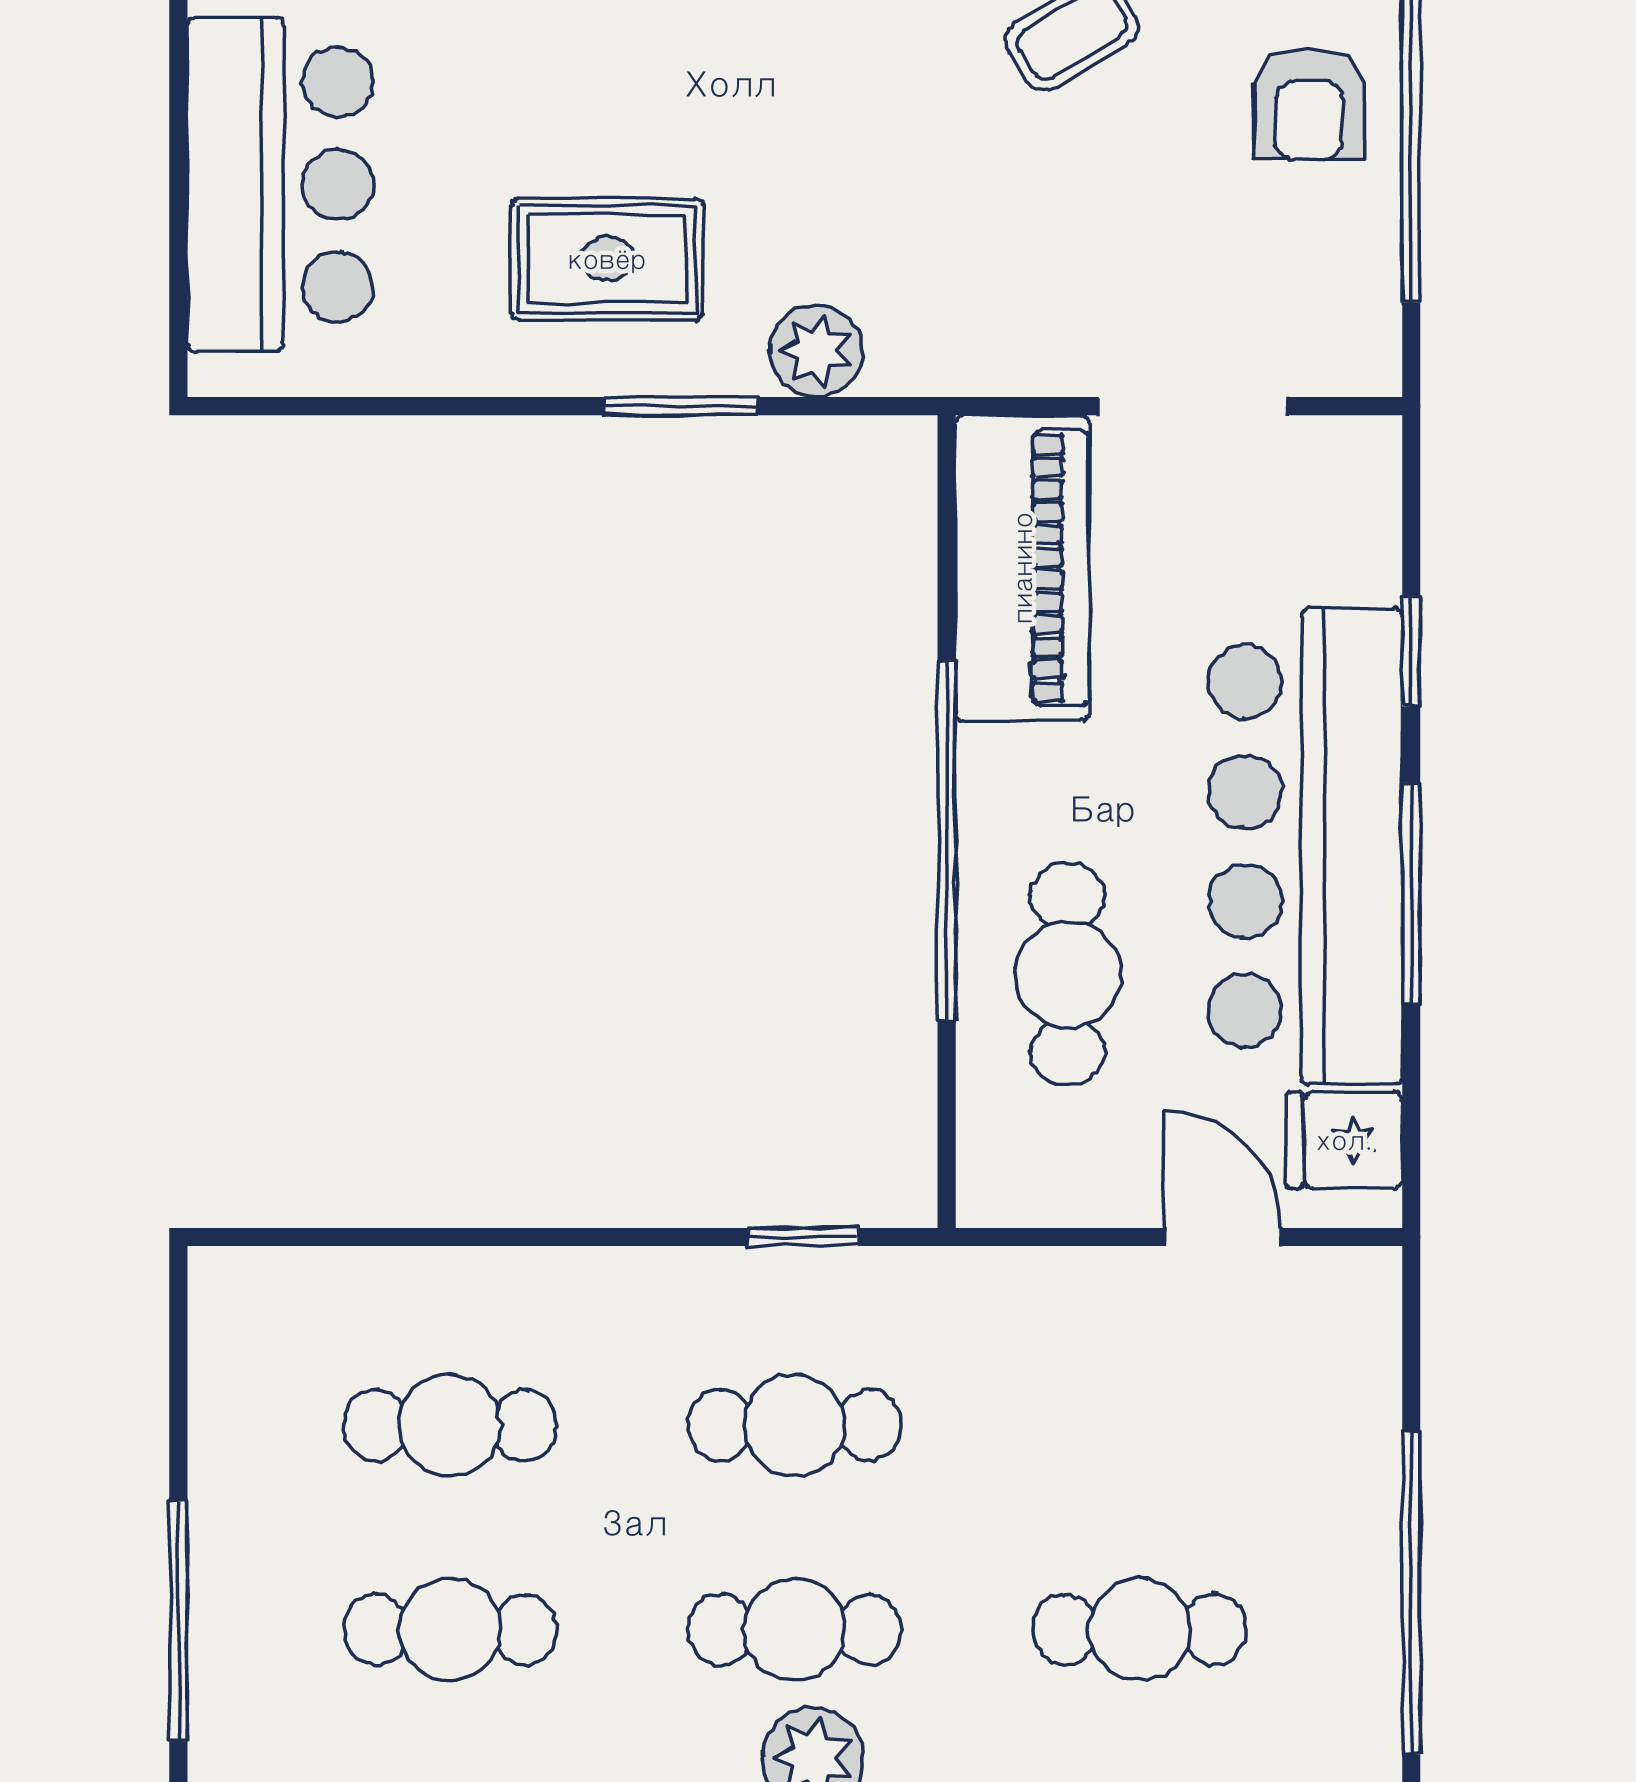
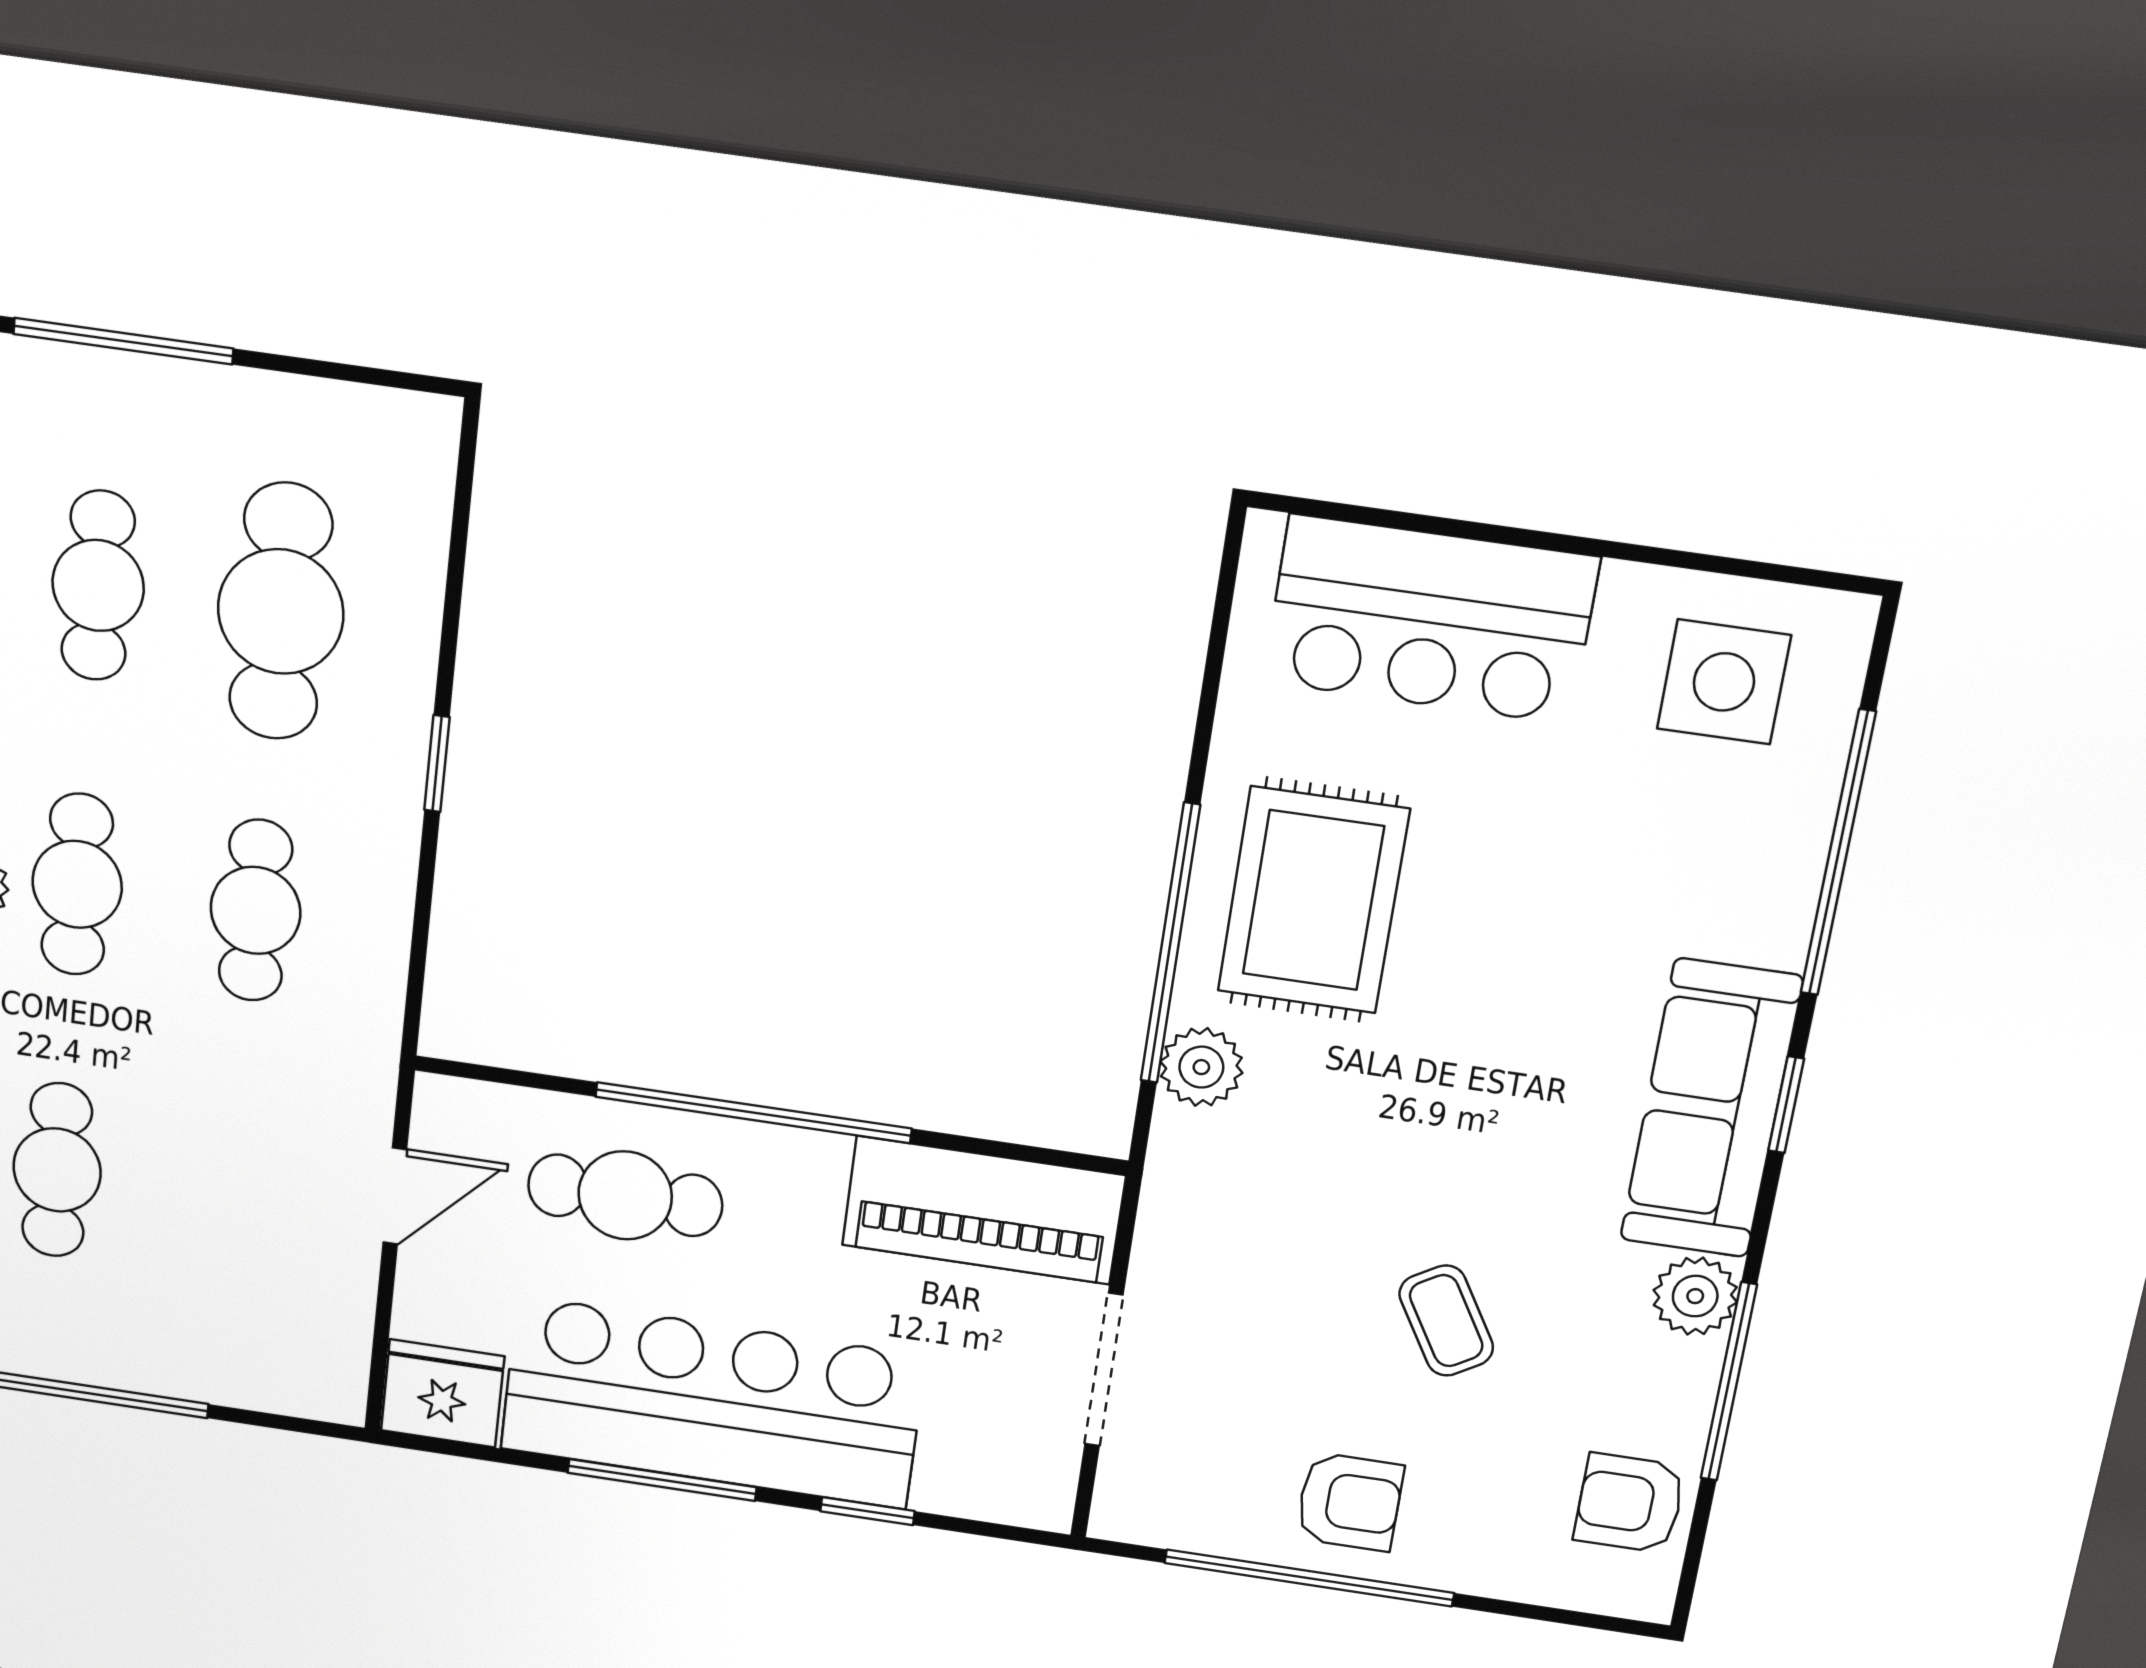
armchair: (1309, 105) -> (1350, 1502), turned 180
rug: (607, 259) -> (1313, 900), width x1.36, depth x1.43
window: (680, 406) -> (1170, 944), width x2.11
fridge: (1344, 1140) -> (443, 1393), width x1.38
window: (803, 1237) -> (437, 763), moved
door: (1222, 1237) -> (395, 1196), moved
cafe table: (450, 1425) -> (281, 612), width x1.37, depth x1.35

